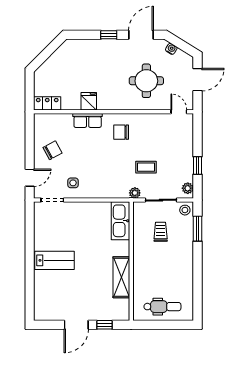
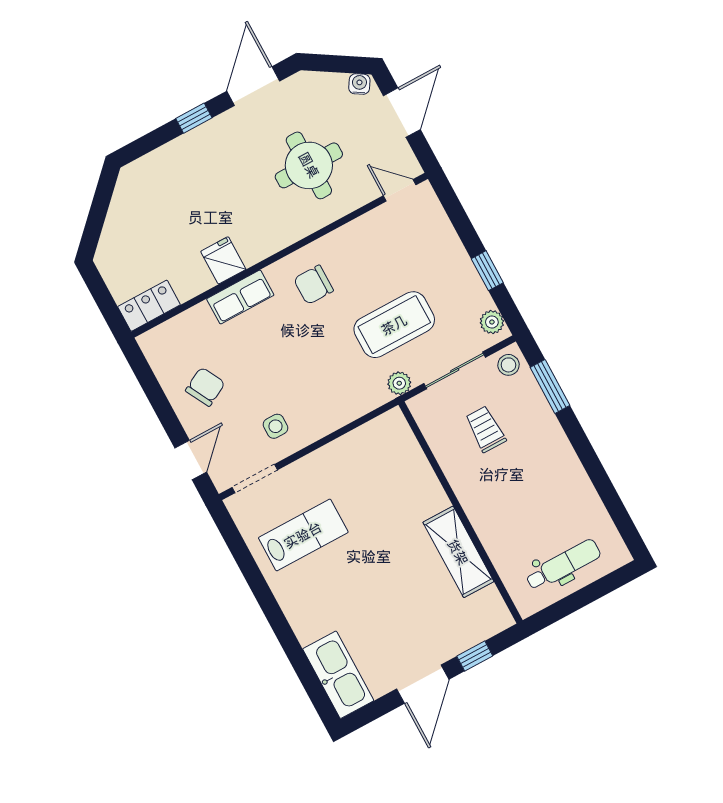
water cooler: (171, 49) -> (359, 84), moved
coffee table: (146, 167) -> (394, 325), width x1.86, depth x1.72
kitchen sink: (120, 221) -> (338, 675), moved, turned 180
lab bench: (54, 260) -> (303, 535), moved

